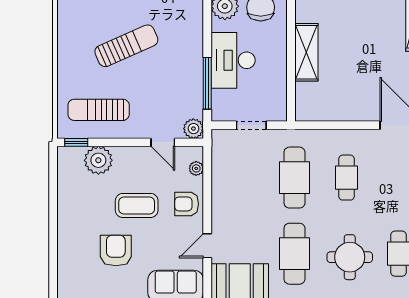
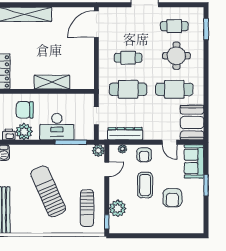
sun lounger: (126, 46) -> (48, 191), width x1.36, depth x1.34
dresser: (221, 173) -> (125, 134), added
armchair: (116, 251) -> (172, 198), turned -90

